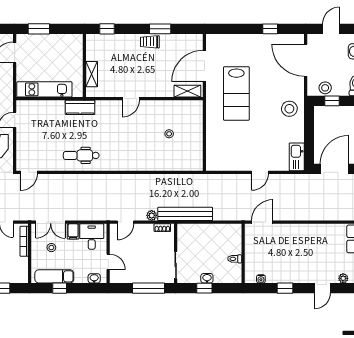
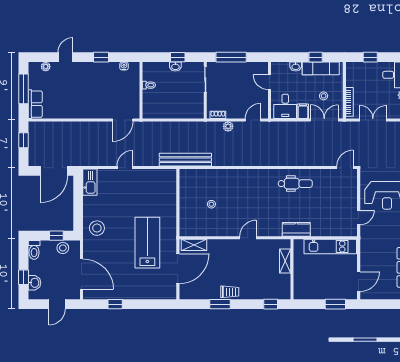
bench: (185, 214) -> (185, 160), moved
washbasin: (94, 278) -> (296, 66), moved

